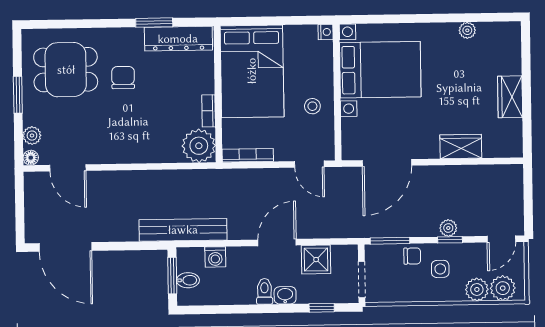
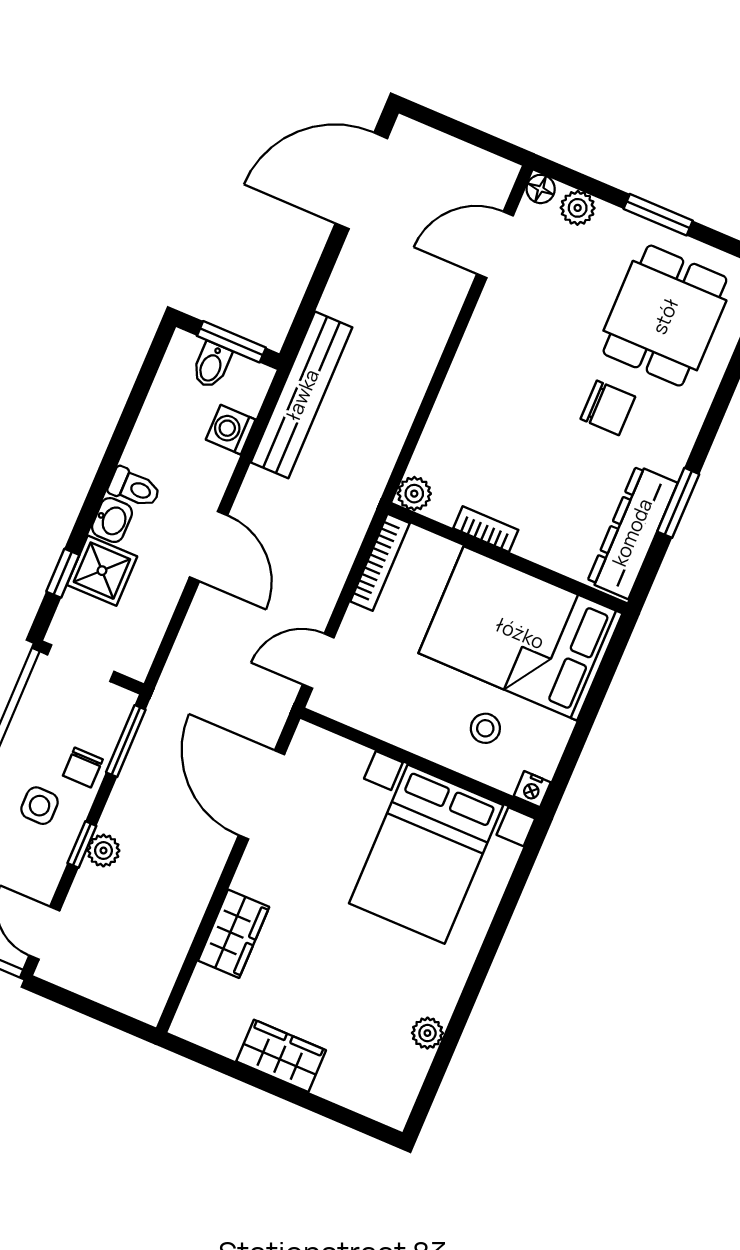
stool: (312, 106) -> (485, 728), moved
plant: (199, 146) -> (414, 494), width x0.53, depth x0.53
shower: (316, 260) -> (102, 571), moved

